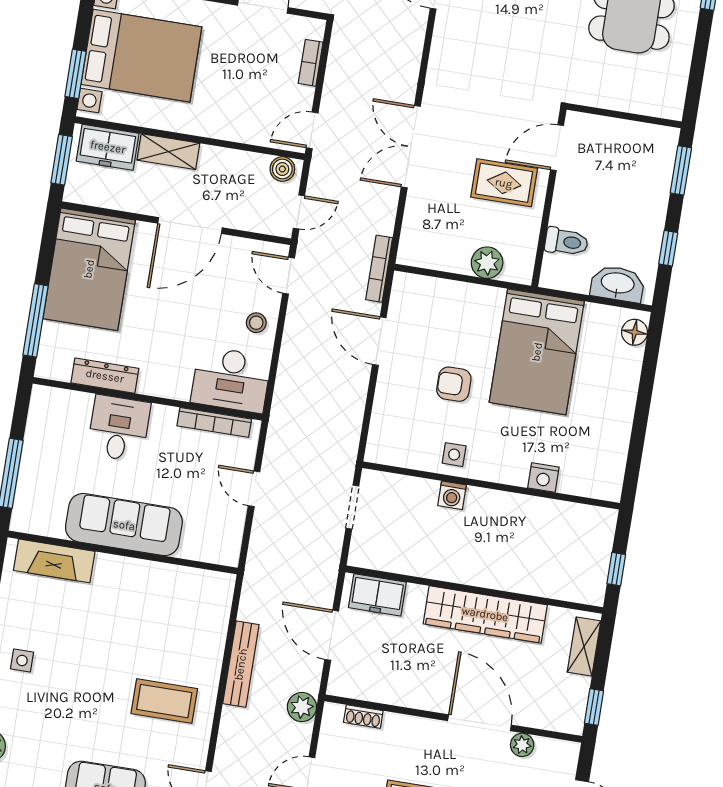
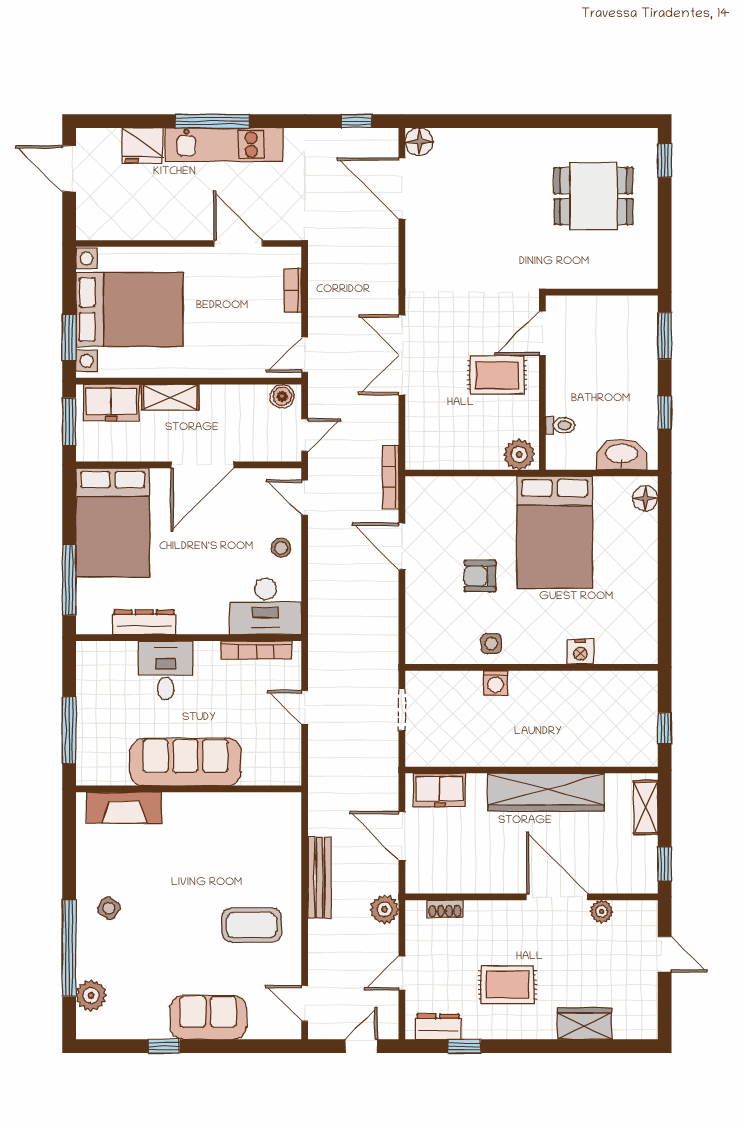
toilet: (566, 242) -> (560, 425), width x0.73, depth x0.72
plant: (487, 263) -> (519, 454), moved
side table: (22, 661) -> (109, 908), turned 34

